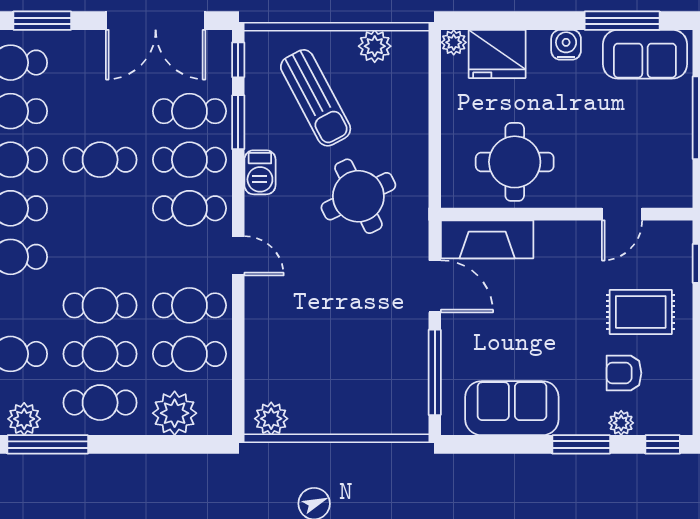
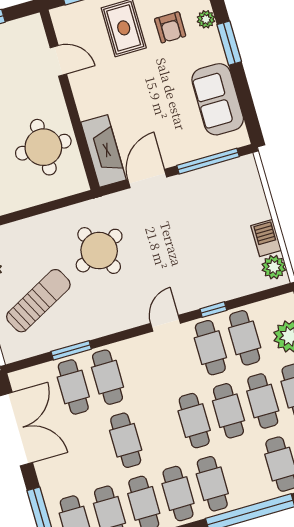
window: (238, 60) -> (213, 310), moved
barbecue: (260, 172) -> (266, 238), moved, turned -90
cafe table: (189, 208) -> (194, 421), moved

